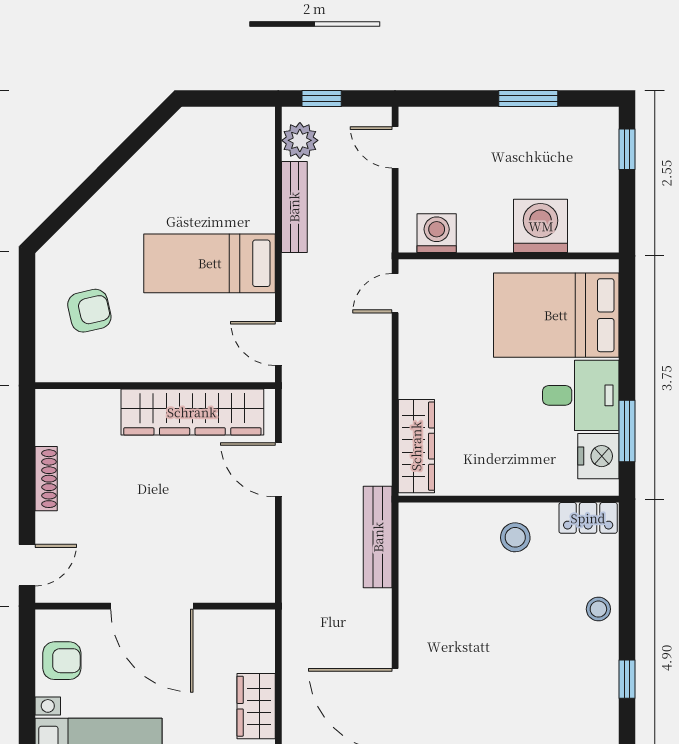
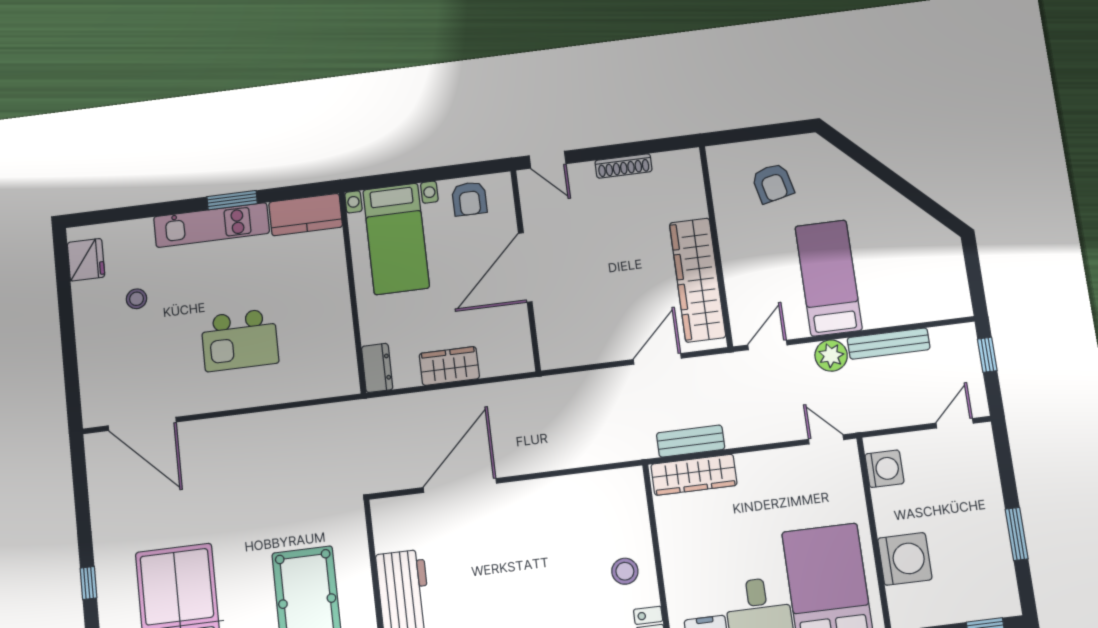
plant: (300, 140) -> (831, 356), moved
bench: (378, 537) -> (691, 441), moved, width x0.73

